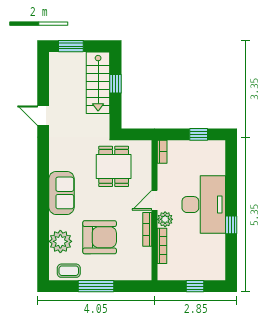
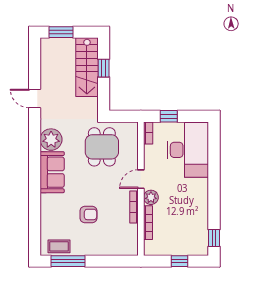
window: (199, 134) -> (169, 116), moved
desk: (204, 205) -> (188, 150), moved
window: (231, 225) -> (214, 238), moved
armchair: (100, 237) -> (88, 214), width x0.53, depth x0.53
plant: (60, 241) -> (51, 140), moved
window: (96, 286) -> (68, 261), moved

